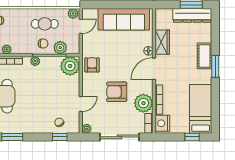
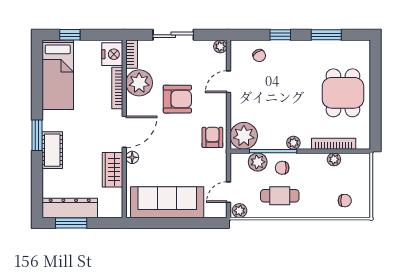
armchair: (92, 65) -> (212, 137), turned 180
window: (60, 137) -> (280, 35), moved
sliding door: (120, 137) -> (173, 35), width x0.73

